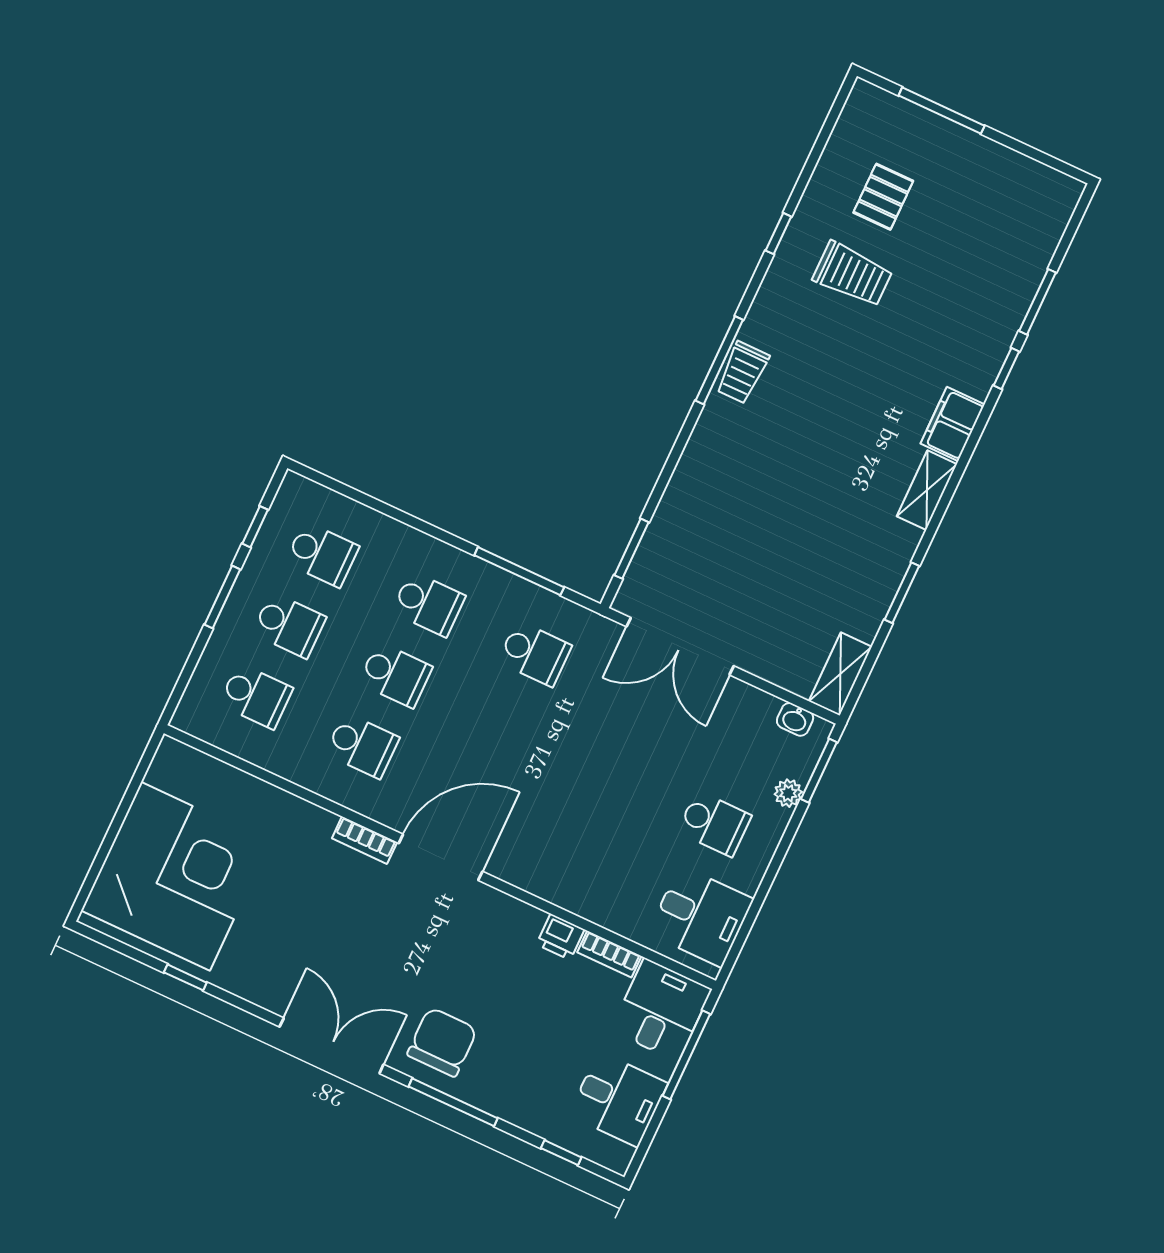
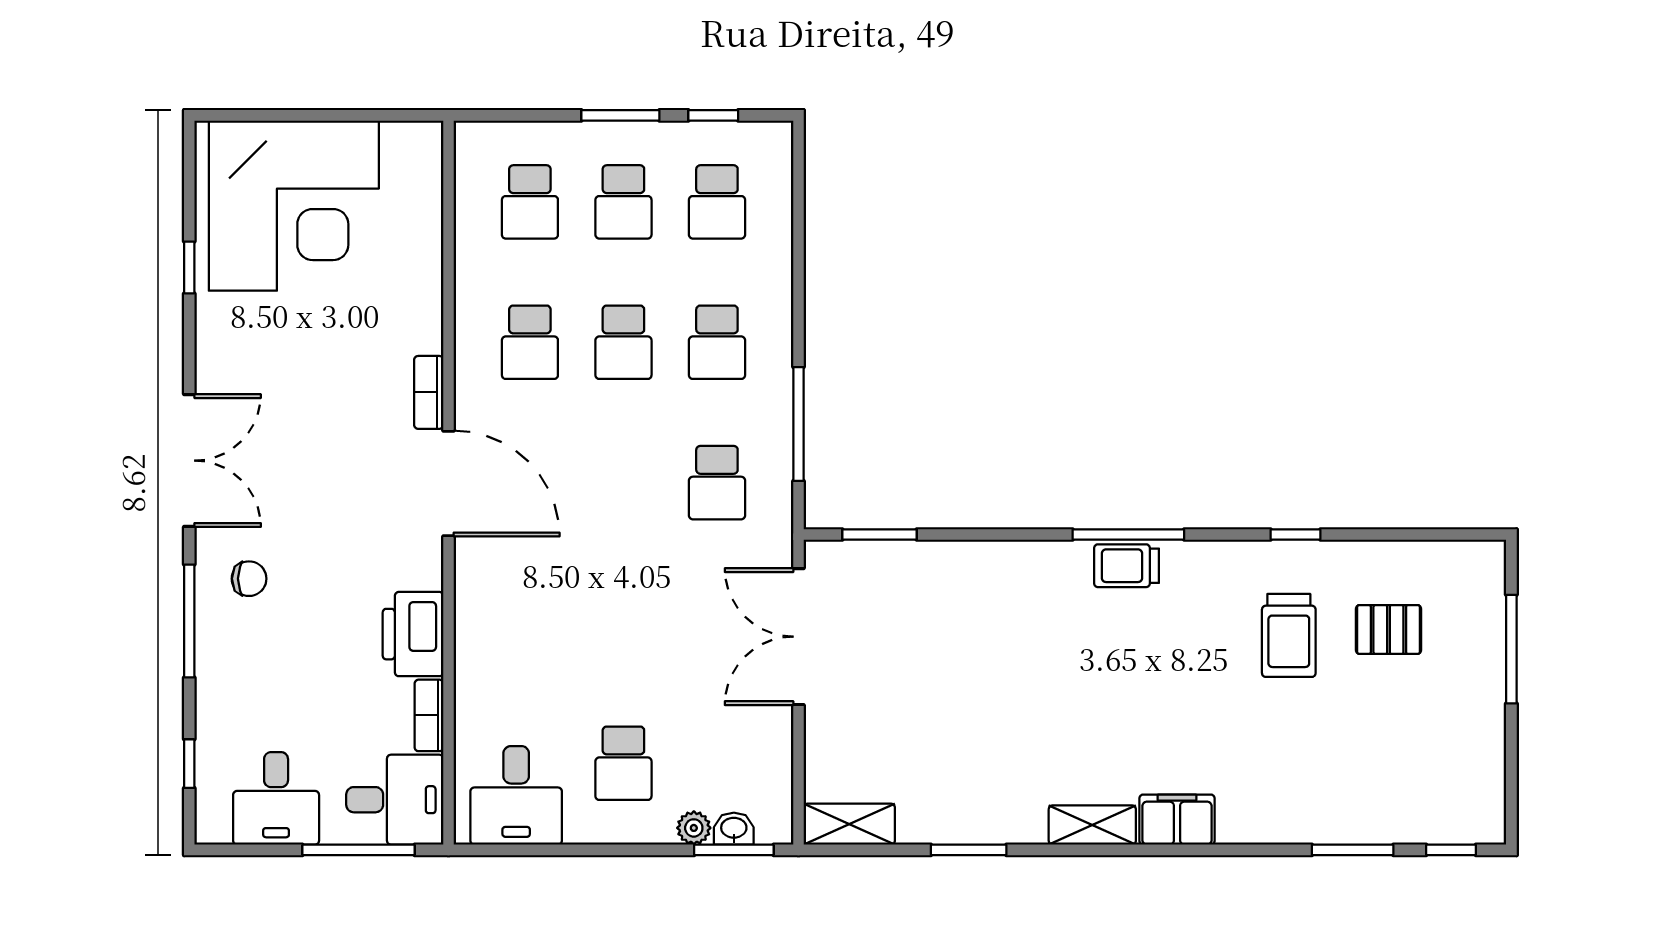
window: (1006, 368) -> (1451, 850), moved
washbasin: (795, 719) -> (734, 829), moved, turned 90
printer: (560, 937) -> (413, 634), width x1.87, depth x1.48
chair: (442, 1042) -> (249, 579), width x0.54, depth x0.54

